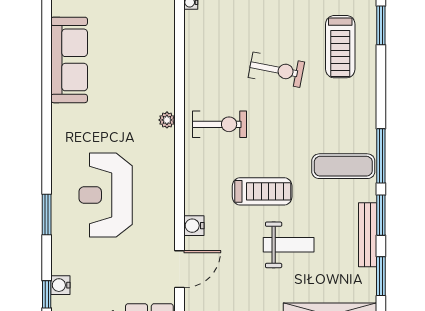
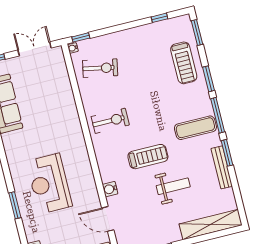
treadmill: (340, 47) -> (184, 63), moved
exercise bike: (276, 70) -> (100, 68), moved
plant: (167, 120) -> (76, 126), removed
door: (179, 269) -> (108, 219), swing flipped
window: (381, 276) -> (209, 79), moved

